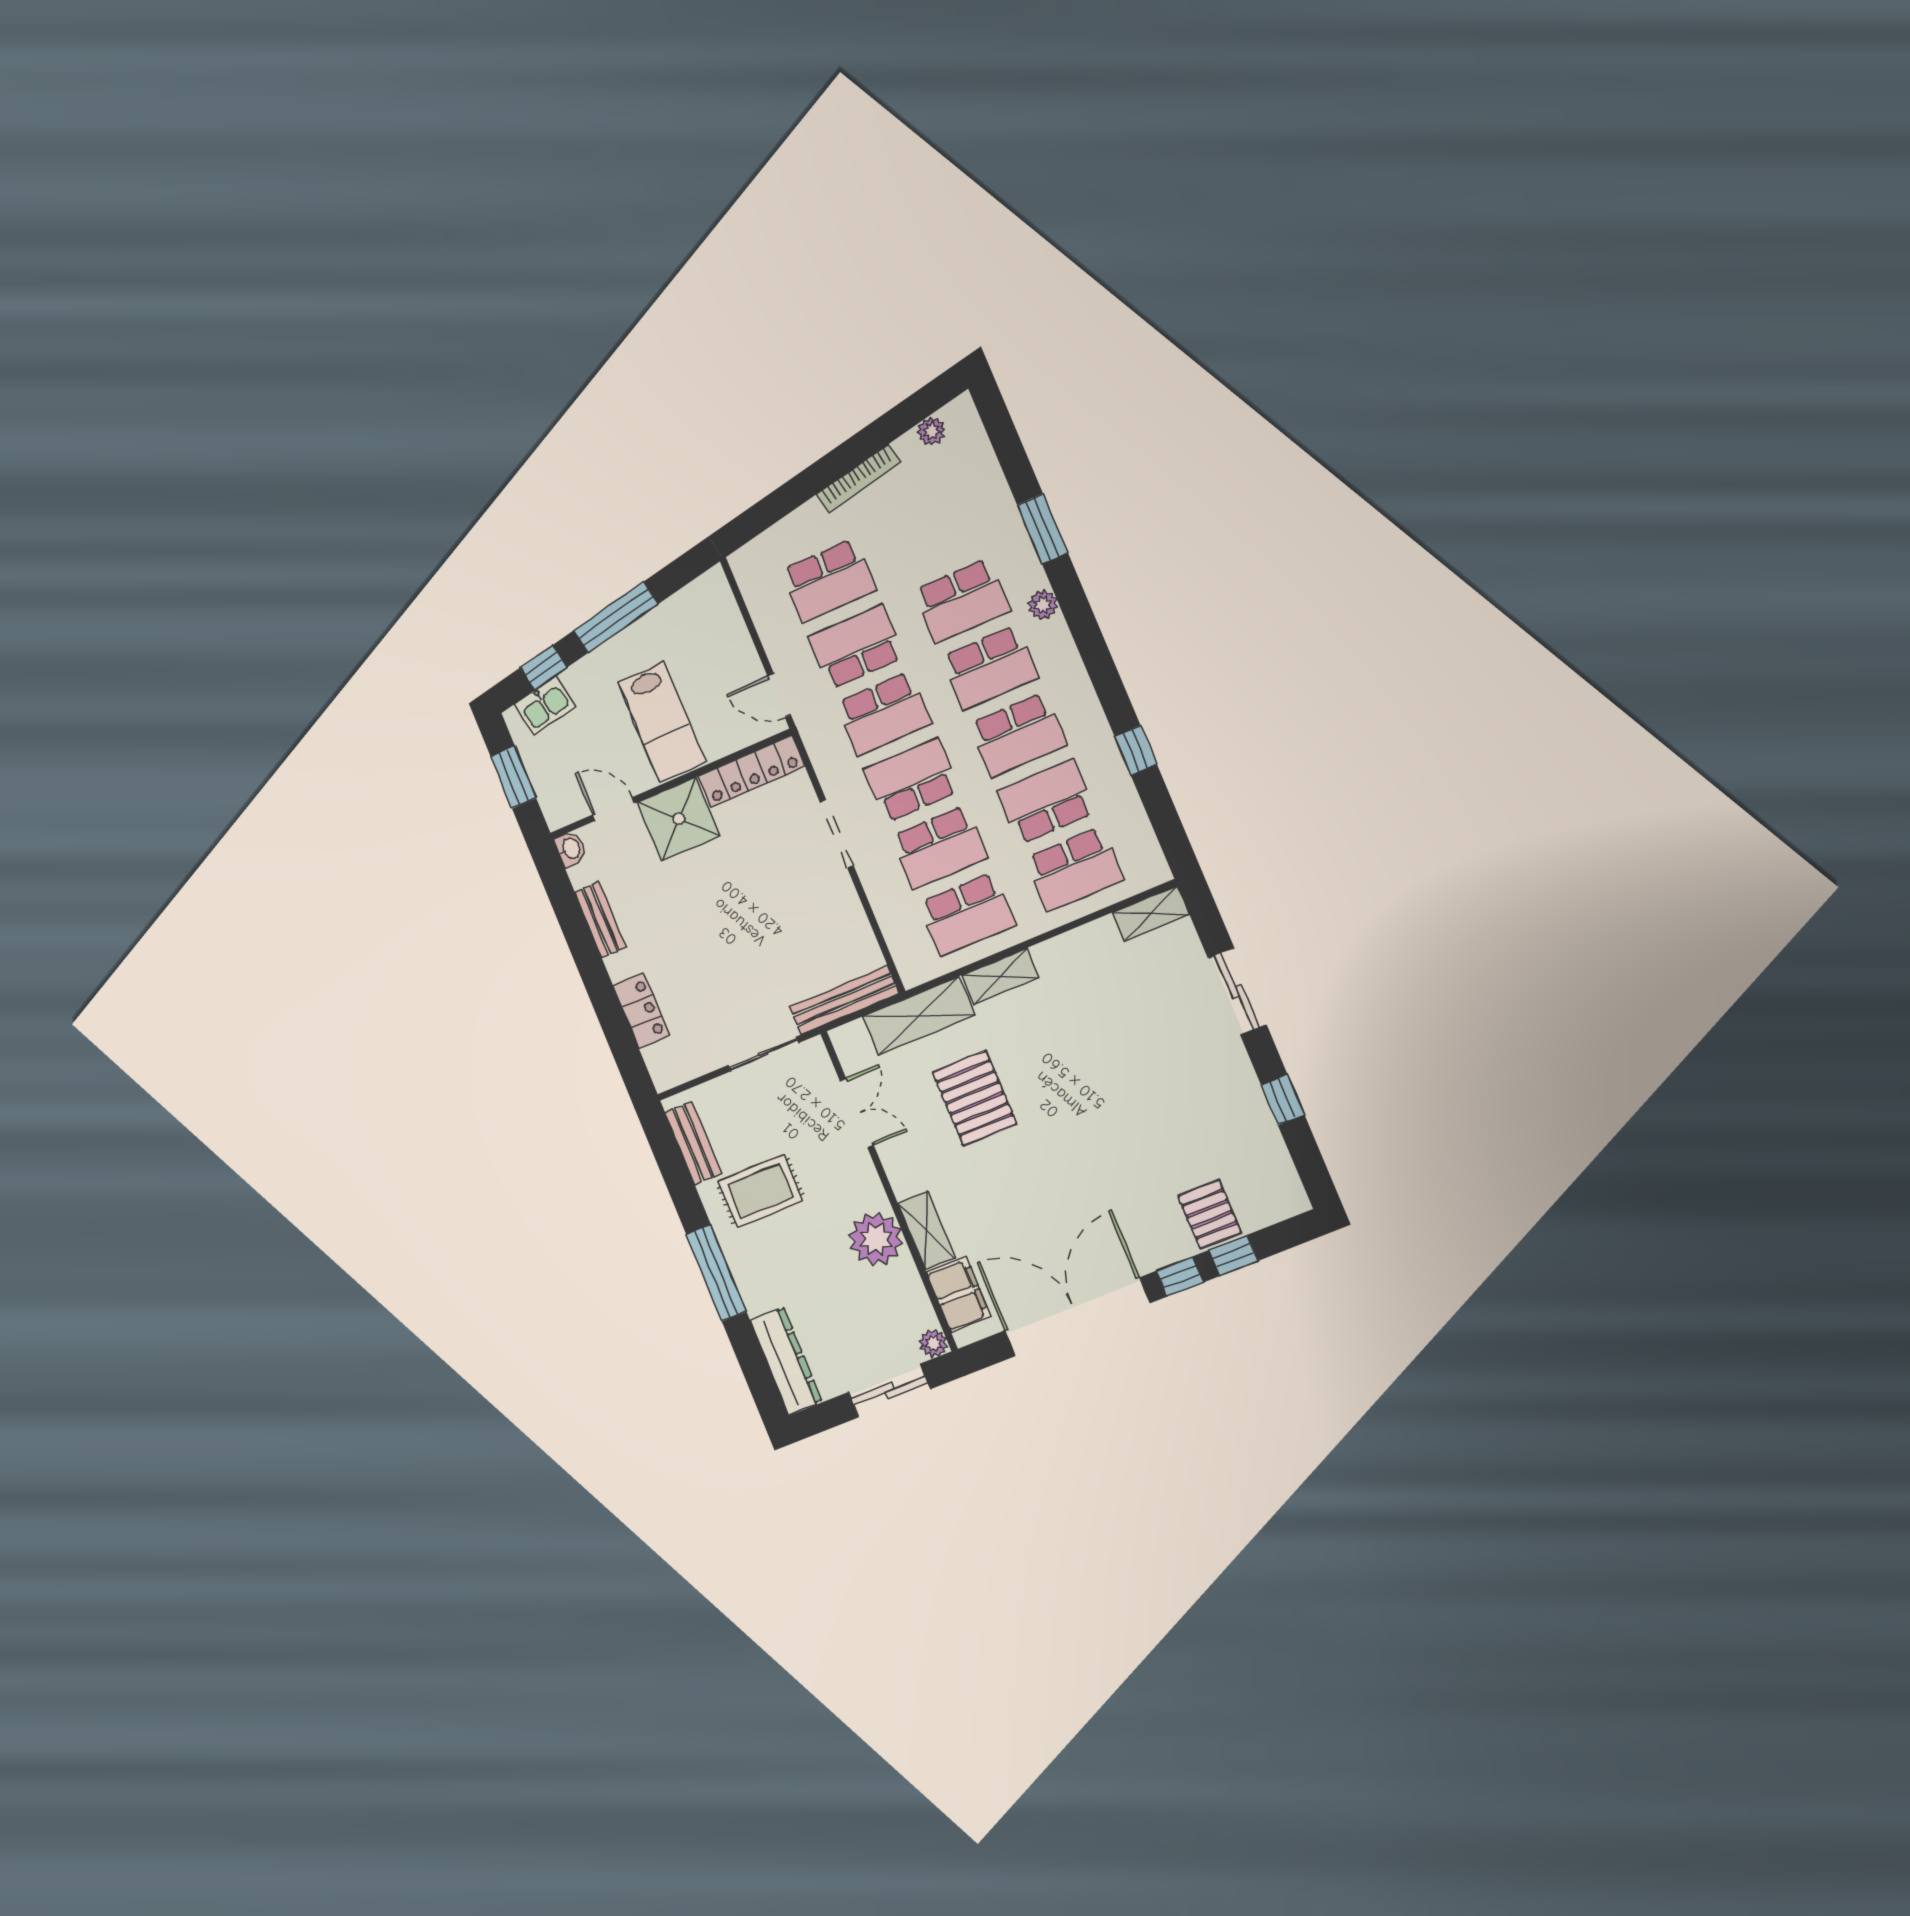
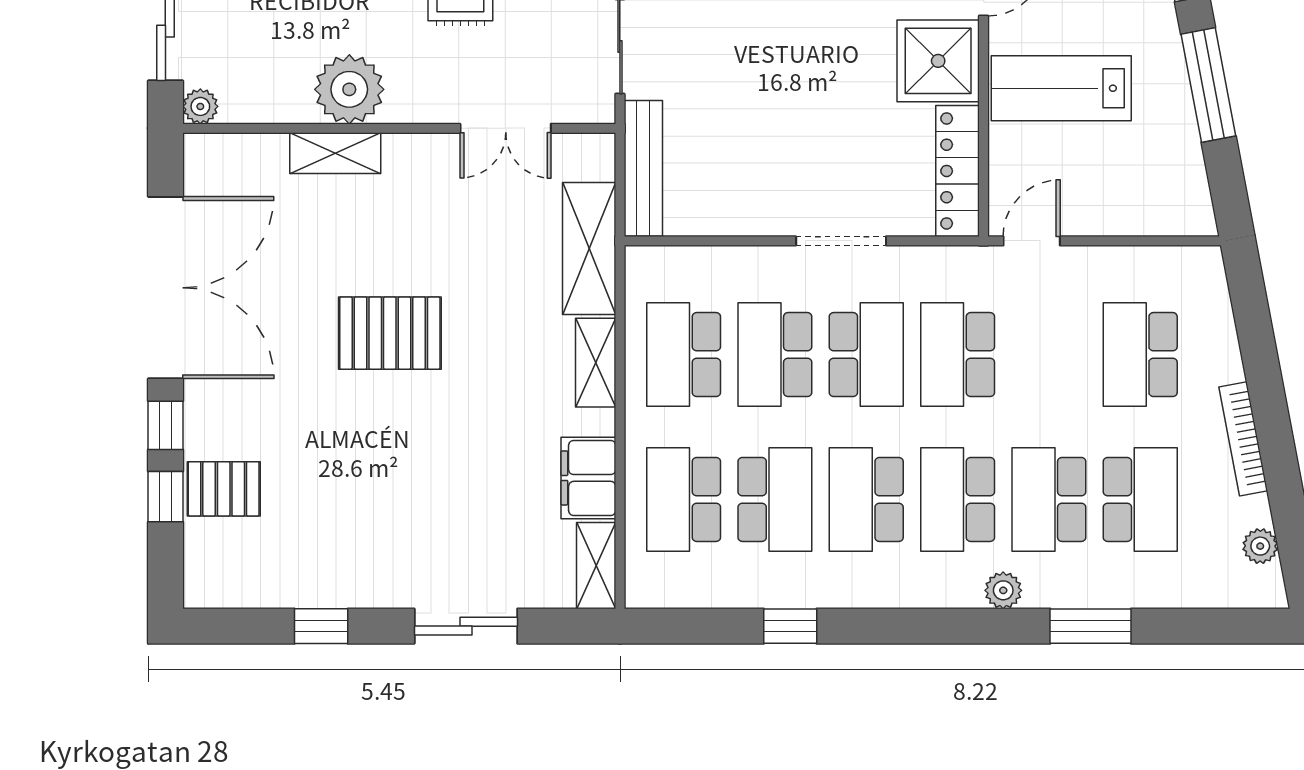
school desk: (856, 647) -> (1140, 499), moved
pallet: (975, 1098) -> (390, 333), moved
filing cabinet: (959, 1295) -> (588, 478), moved, turned 90

